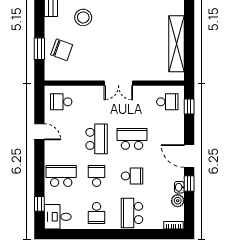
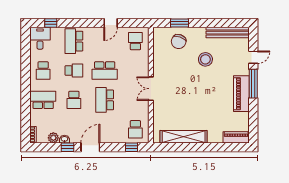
school desk: (132, 139) -> (105, 100), turned 180
school desk: (61, 176) -> (74, 41), turned 180
school desk: (97, 213) -> (43, 70), turned -90

